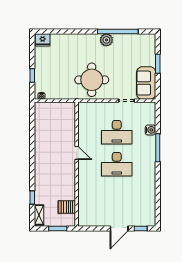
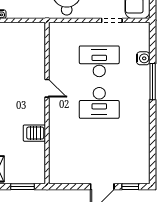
desk: (117, 132) -> (99, 61), turned 180
server rack: (67, 207) -> (34, 133), moved

